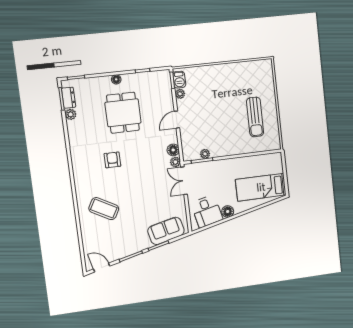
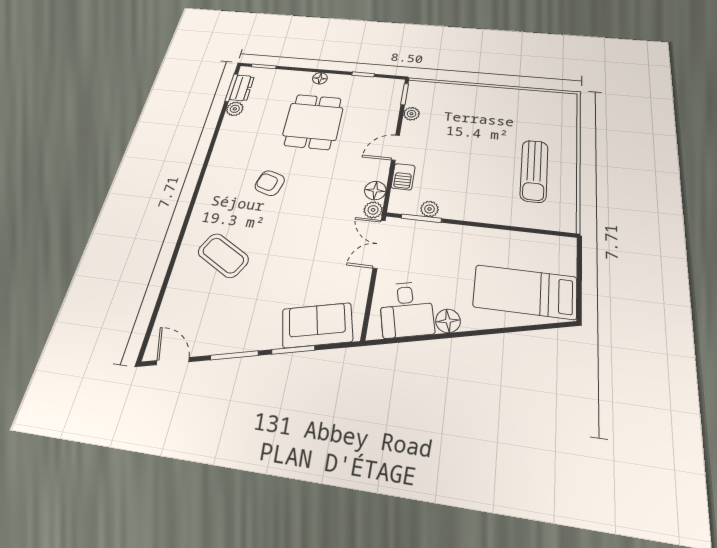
barbecue: (179, 80) -> (403, 177), moved
armchair: (112, 160) -> (270, 183), turned -73

